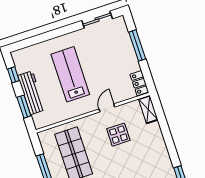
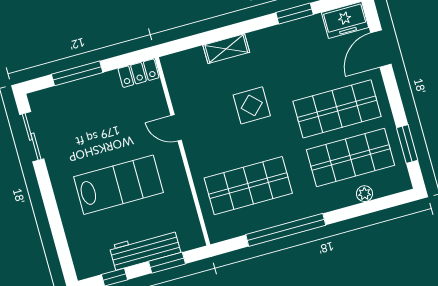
lab bench: (70, 74) -> (119, 185), turned 180
shelving: (148, 110) -> (226, 49), moved
display table: (118, 135) -> (252, 105), moved

